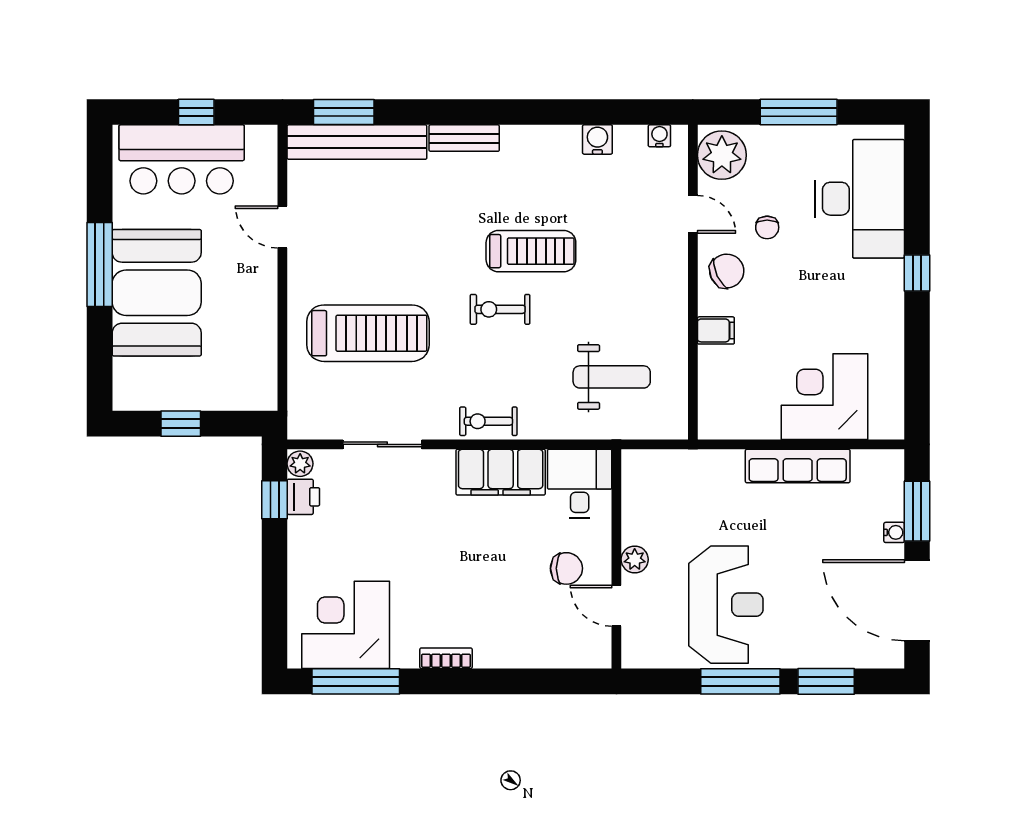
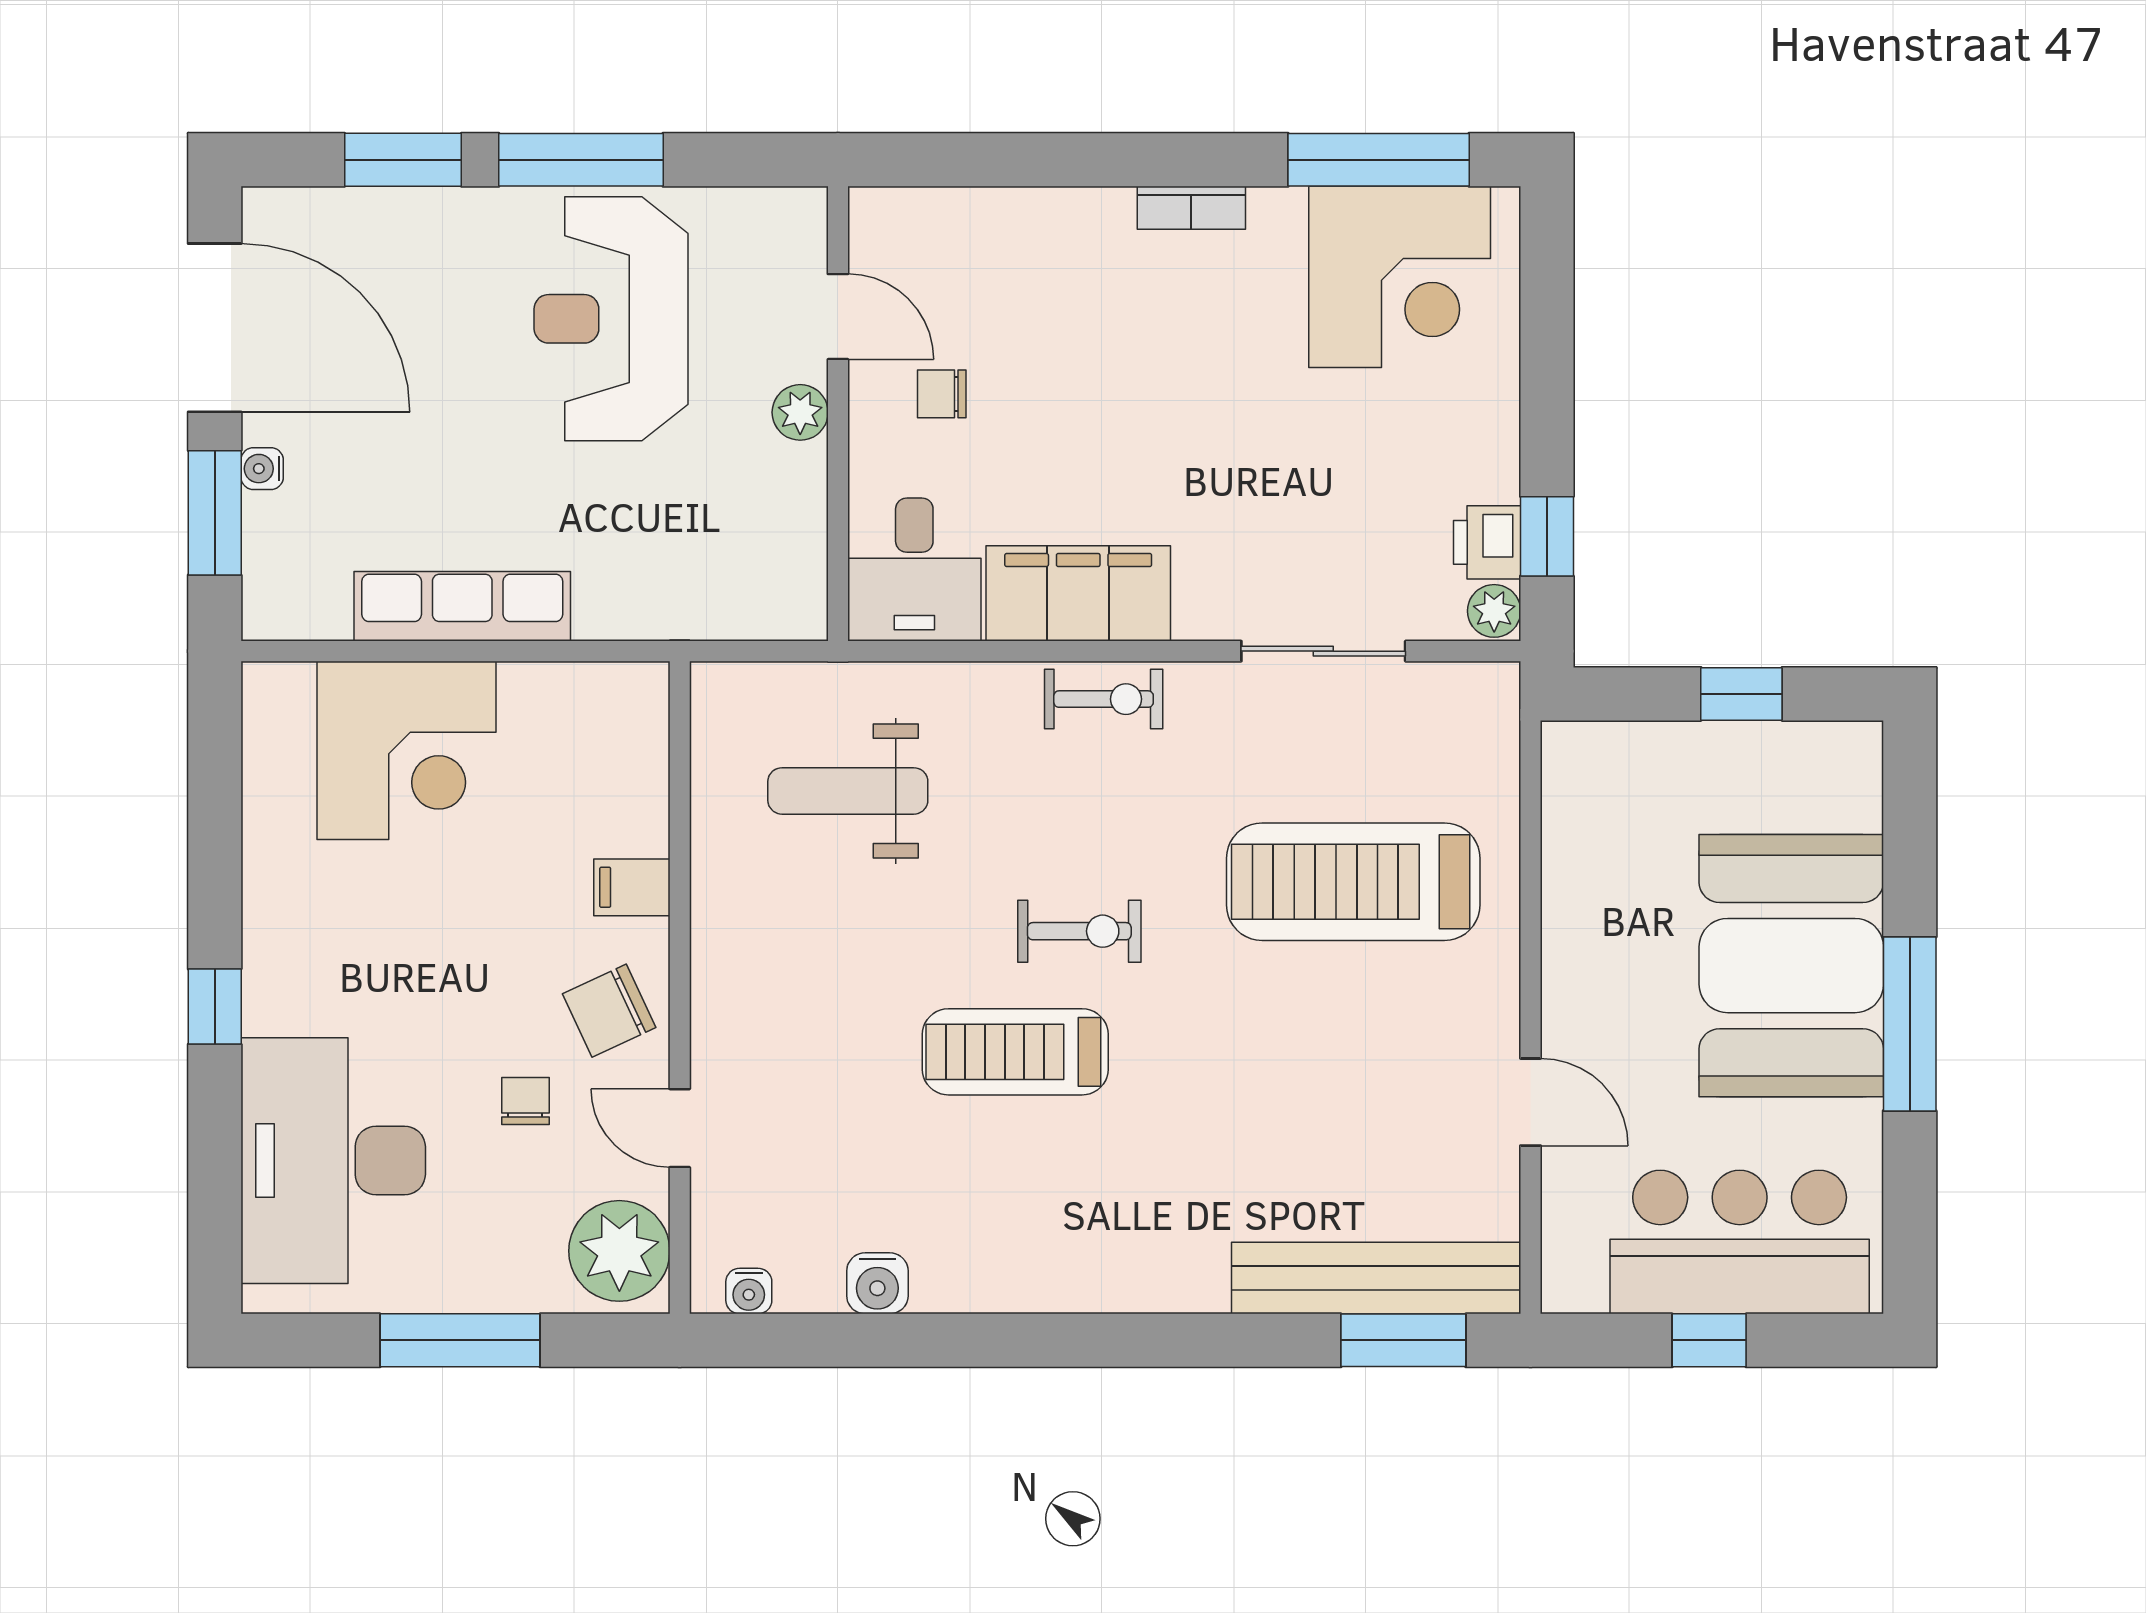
bench: (464, 138) -> (1154, 1286), removed
chair: (566, 568) -> (942, 394), width x0.73, depth x0.73

